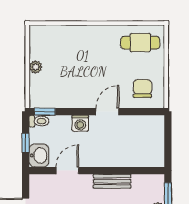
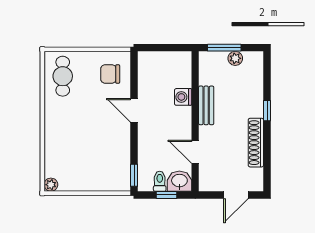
plant: (36, 67) -> (51, 185), moved
toilet: (39, 121) -> (160, 181), moved
washing machine: (80, 123) -> (183, 97), moved, turned 180

